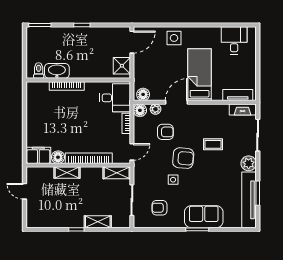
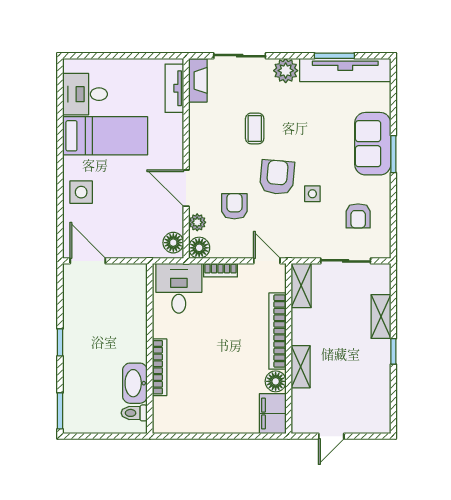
shower: (122, 66) -> (126, 277), removed
bed: (200, 75) -> (105, 136), moved, turned 180

